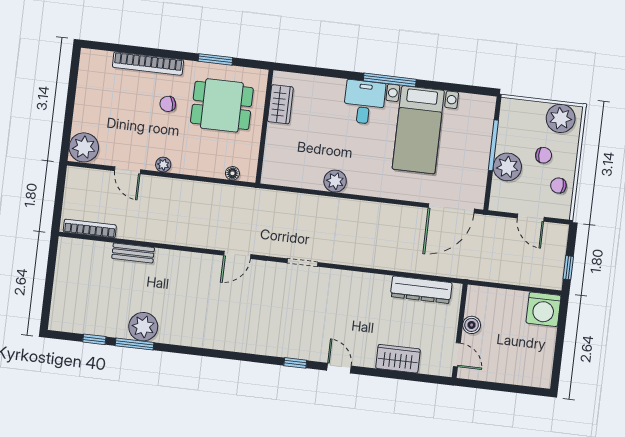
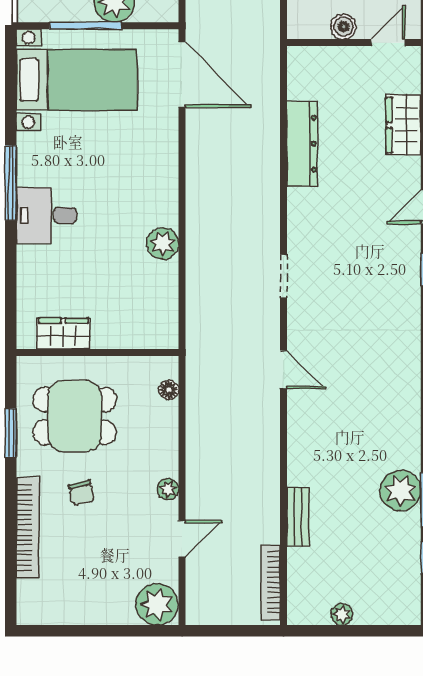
dining table: (222, 105) -> (75, 416), turned 90
bed with nightstands: (418, 130) -> (77, 80), moved
plant: (62, 275) -> (342, 614), added
dresser: (421, 290) -> (302, 144), moved

